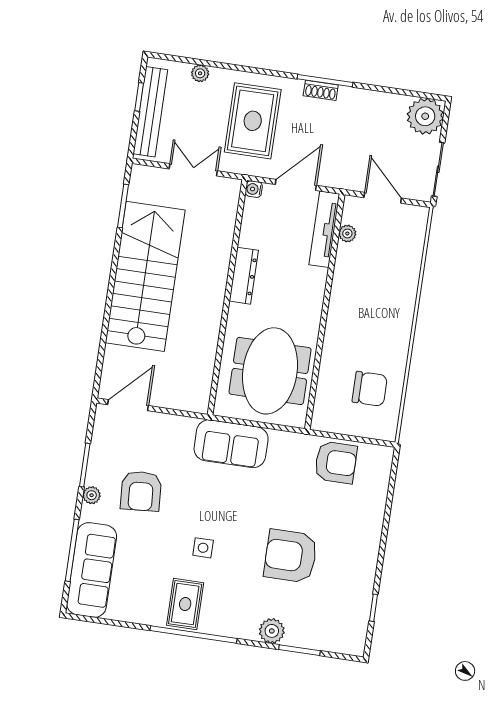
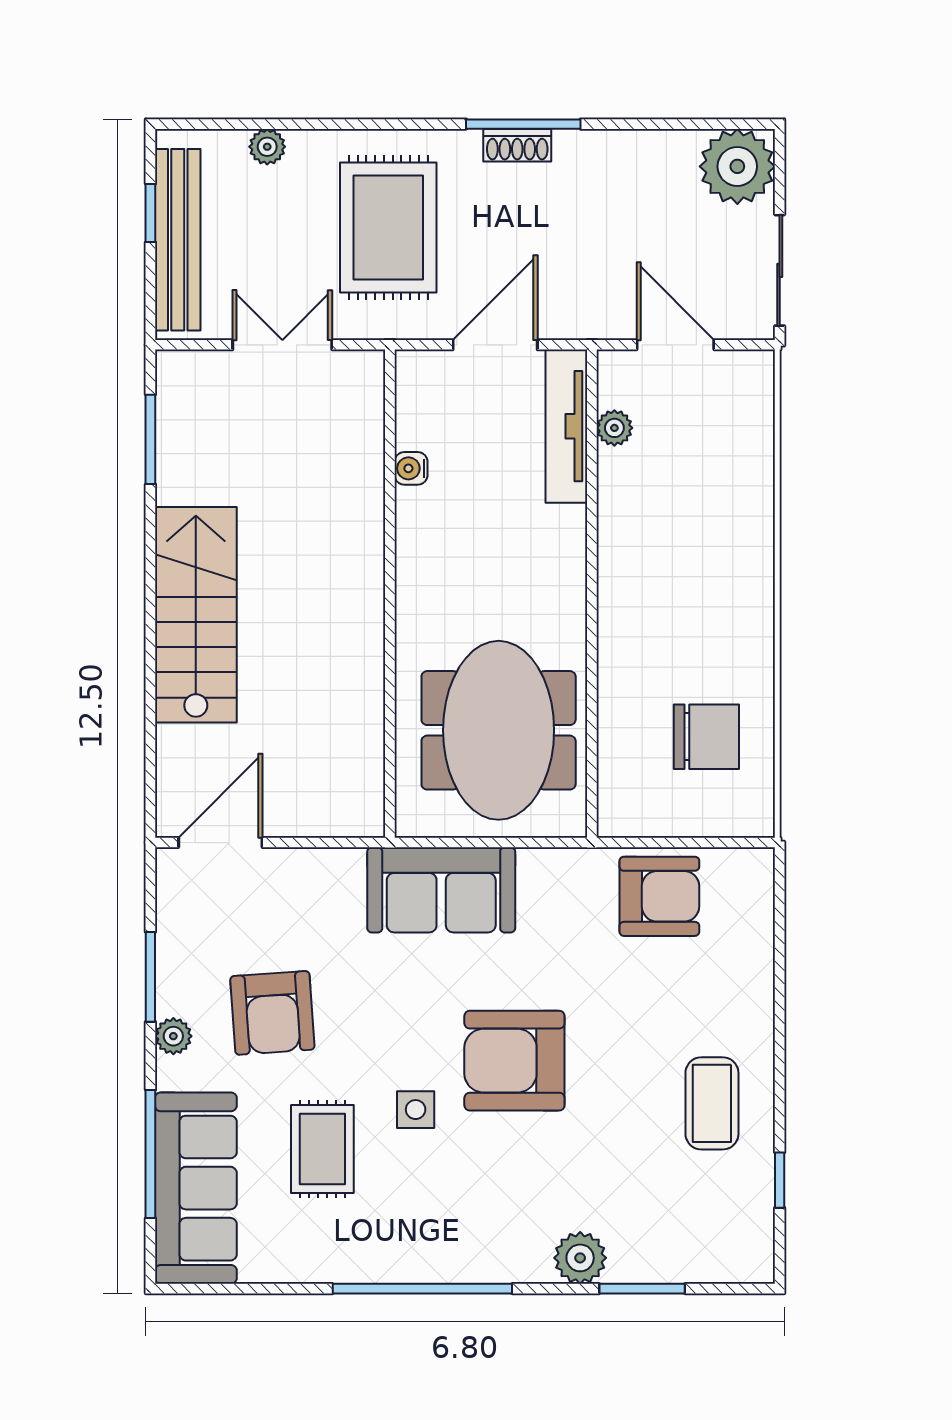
water cooler: (254, 189) -> (411, 468), moved
stairs: (145, 276) -> (196, 615), width x0.73, depth x0.66
dresser: (244, 276) -> (417, 545), removed
armchair: (291, 556) -> (514, 1061), moved
coffee table: (346, 566) -> (712, 1103), added
rug: (185, 604) -> (322, 1149), moved

